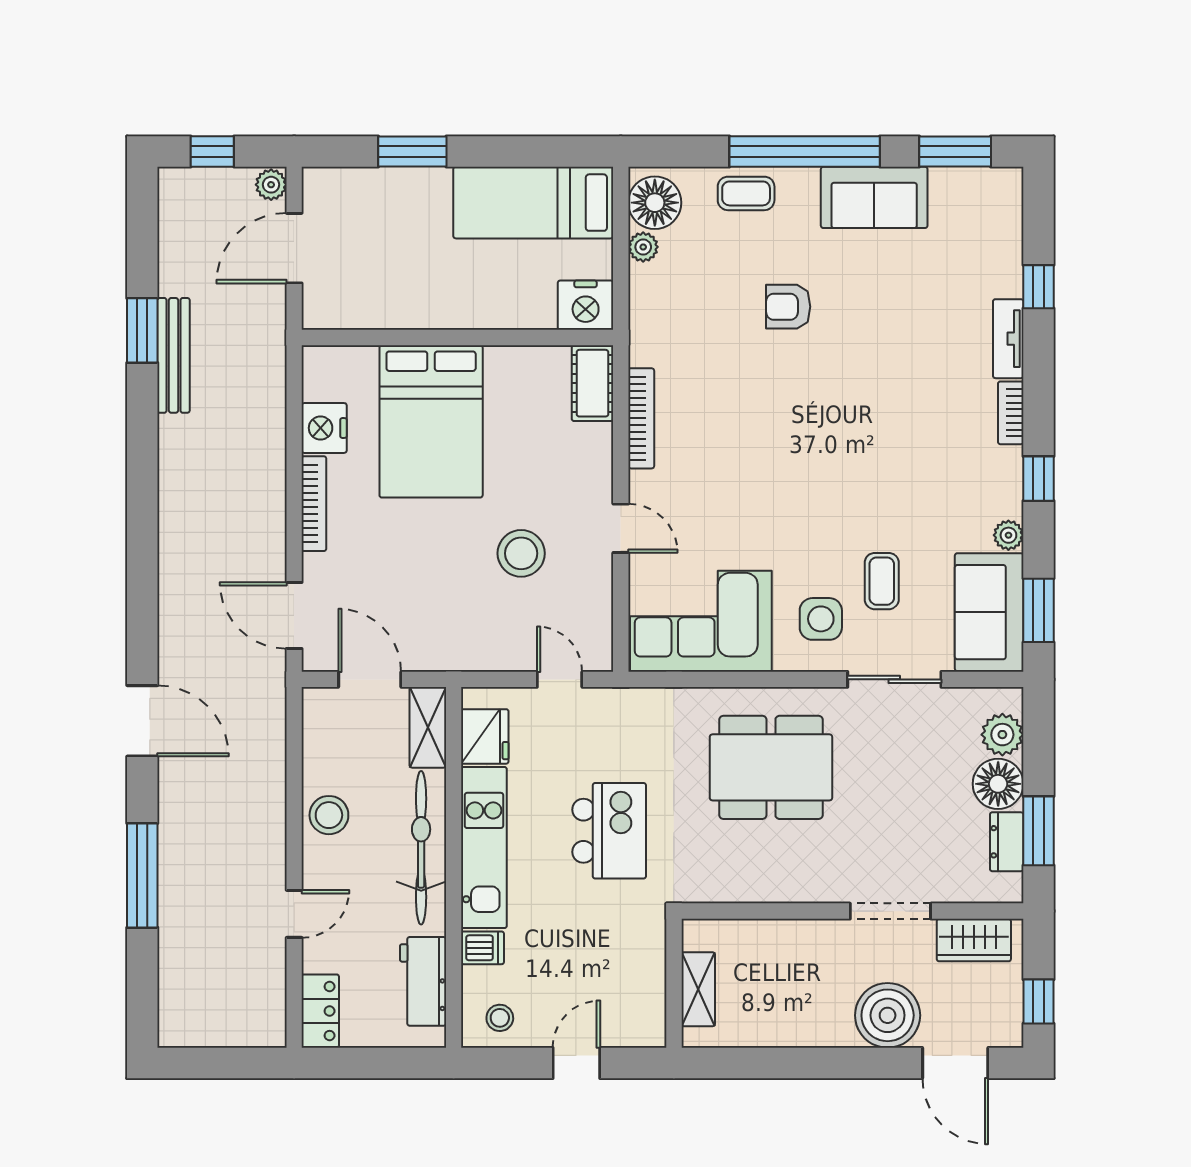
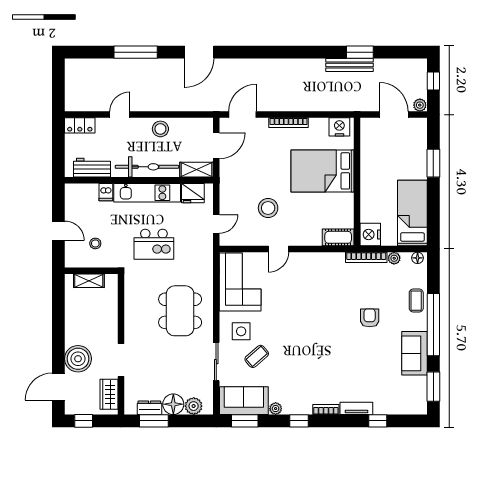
floor lamp: (655, 203) -> (418, 258), width x0.53, depth x0.53
bookcase: (641, 418) -> (366, 257), moved
nightstand: (324, 428) -> (339, 127), moved
coffee table: (882, 581) -> (257, 356), turned -41
door: (294, 914) -> (120, 115), swing flipped
stool: (500, 1018) -> (95, 243), moved

